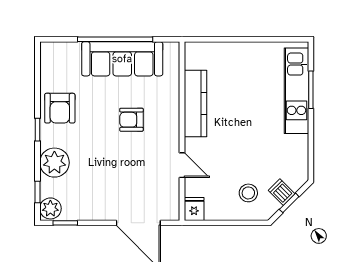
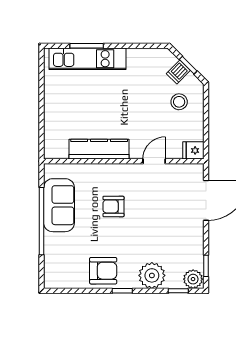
sofa: (122, 59) -> (59, 205), width x0.73
armchair: (131, 120) -> (113, 206), turned 90

